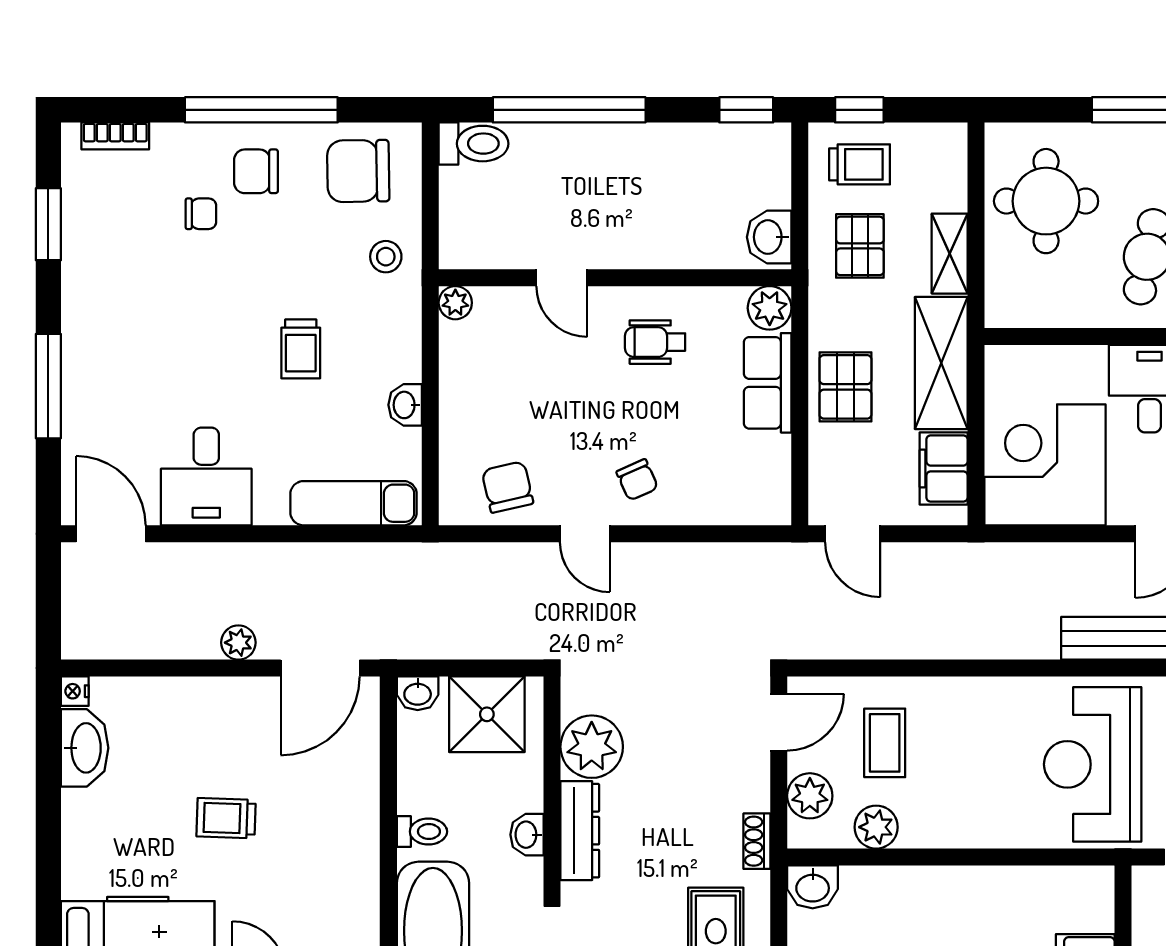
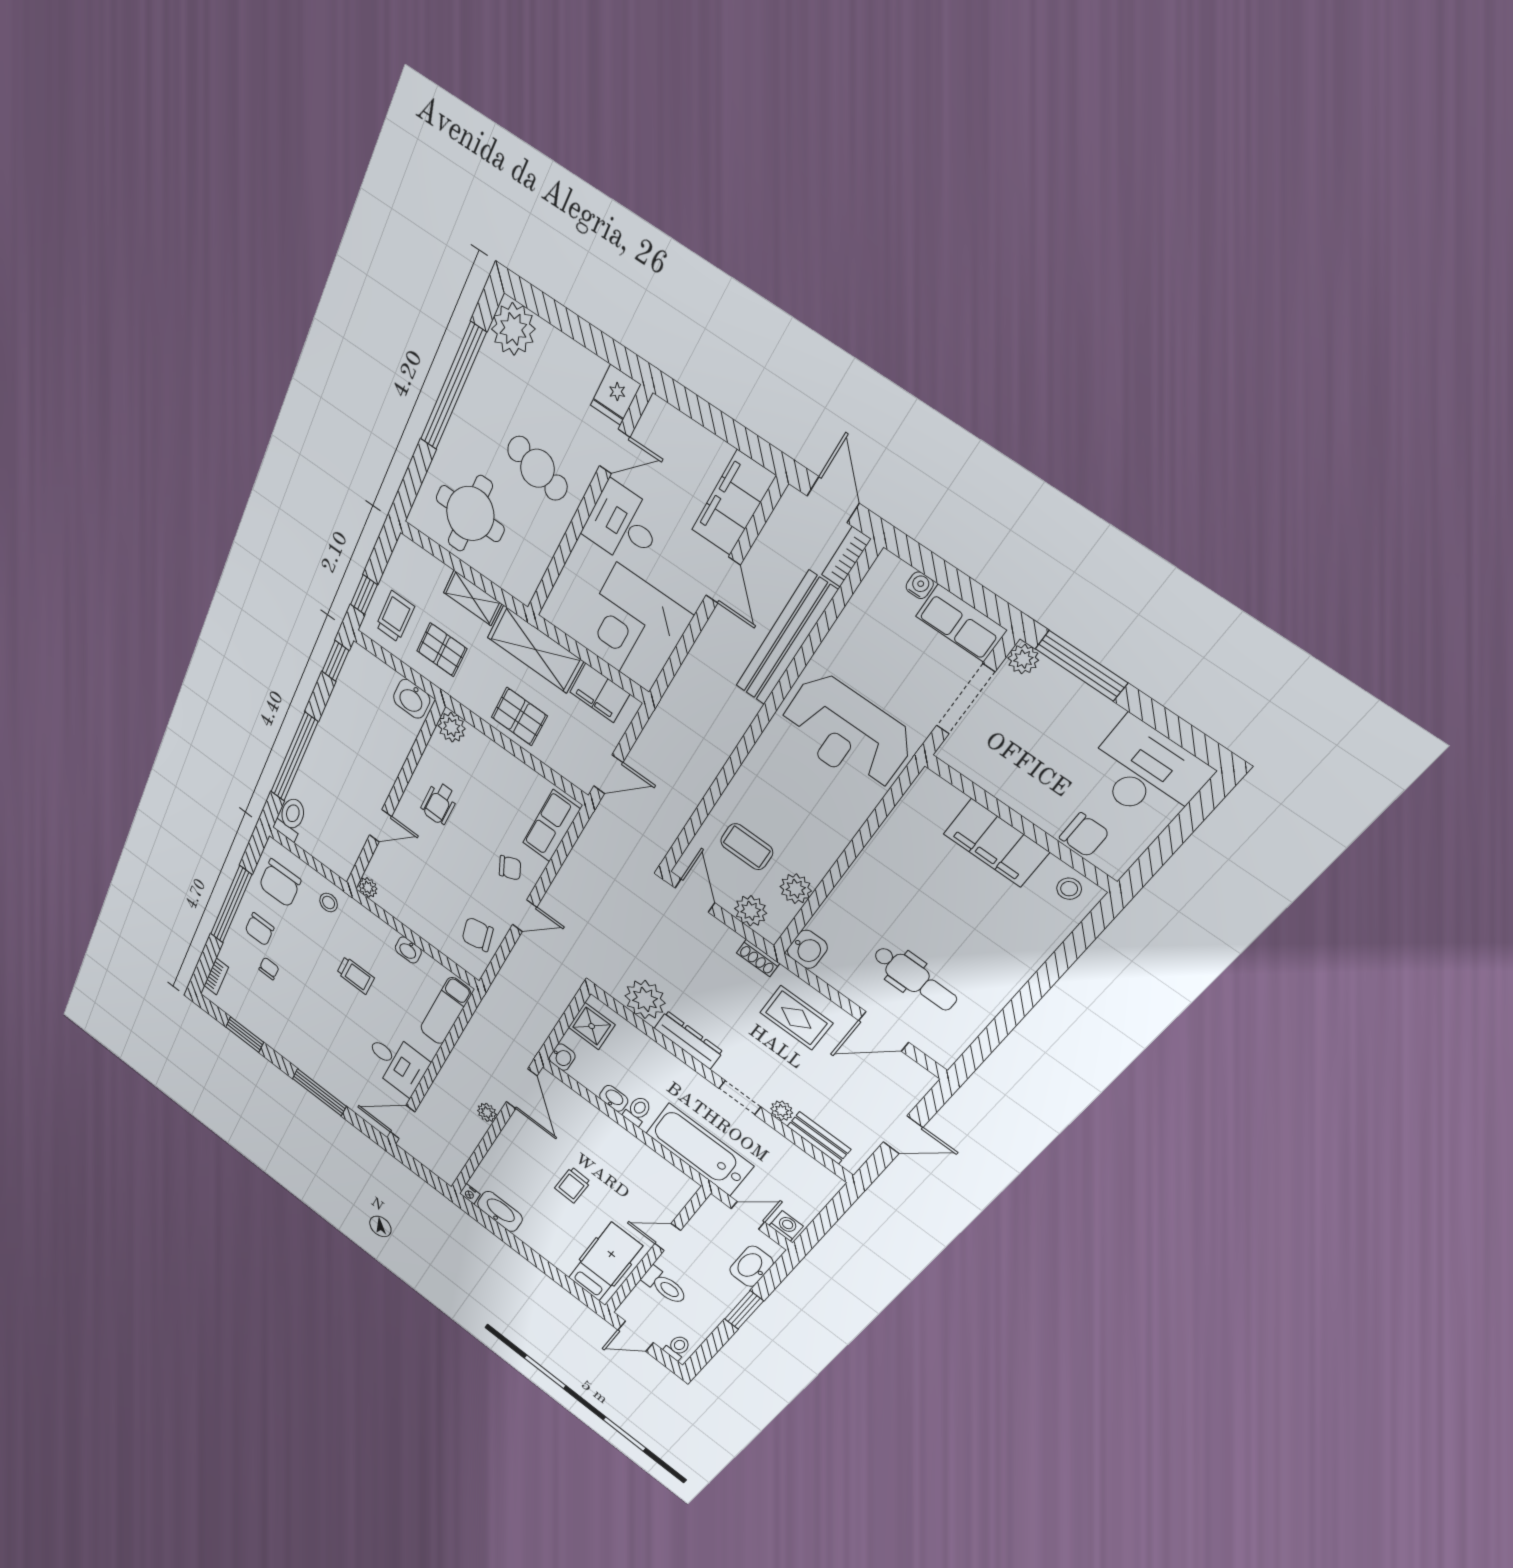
row of seats: (768, 383) -> (551, 826), moved, turned 90
shower: (487, 714) -> (592, 1026), width x0.73, depth x0.73
washbasin: (527, 835) -> (614, 1098), moved, turned 180

